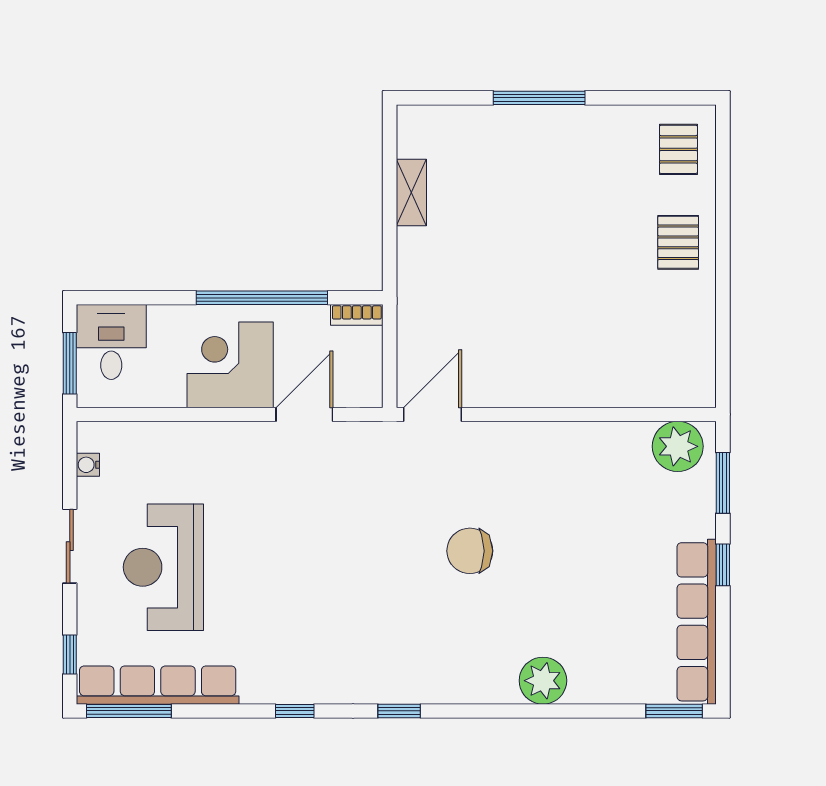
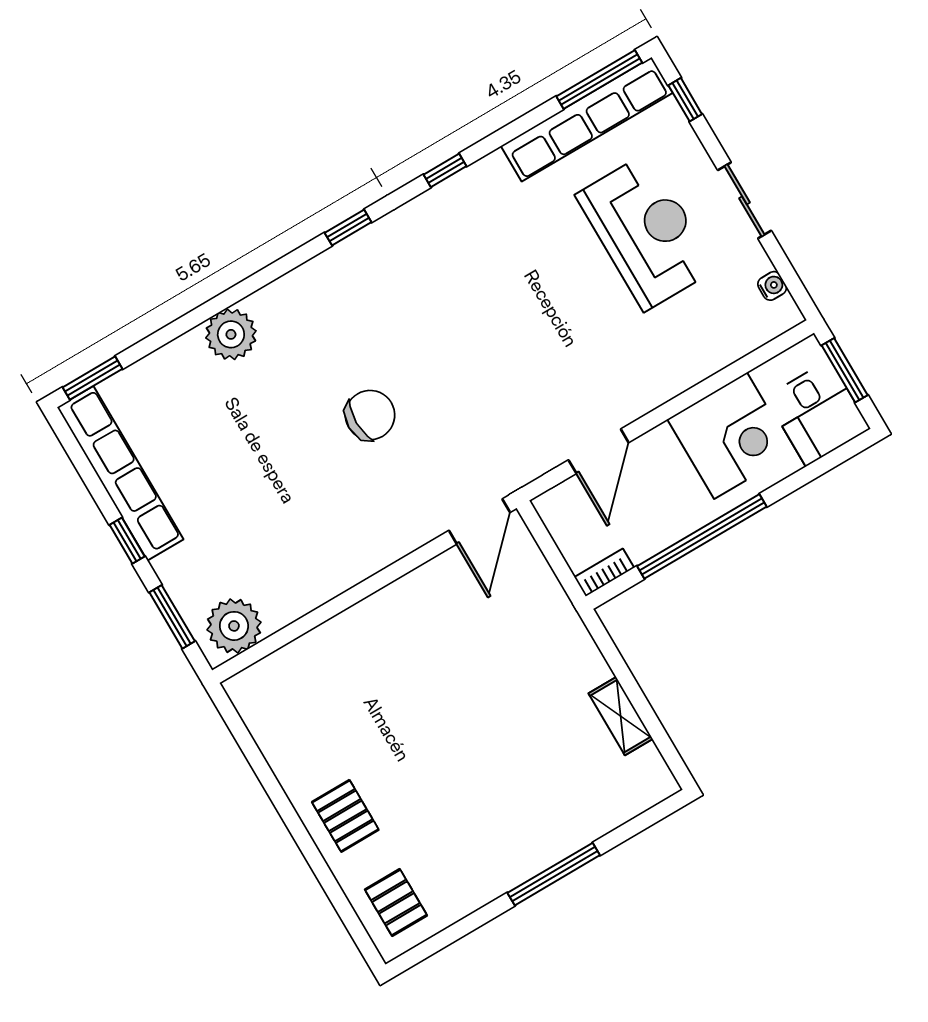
corner desk: (230, 365) -> (730, 436), moved

